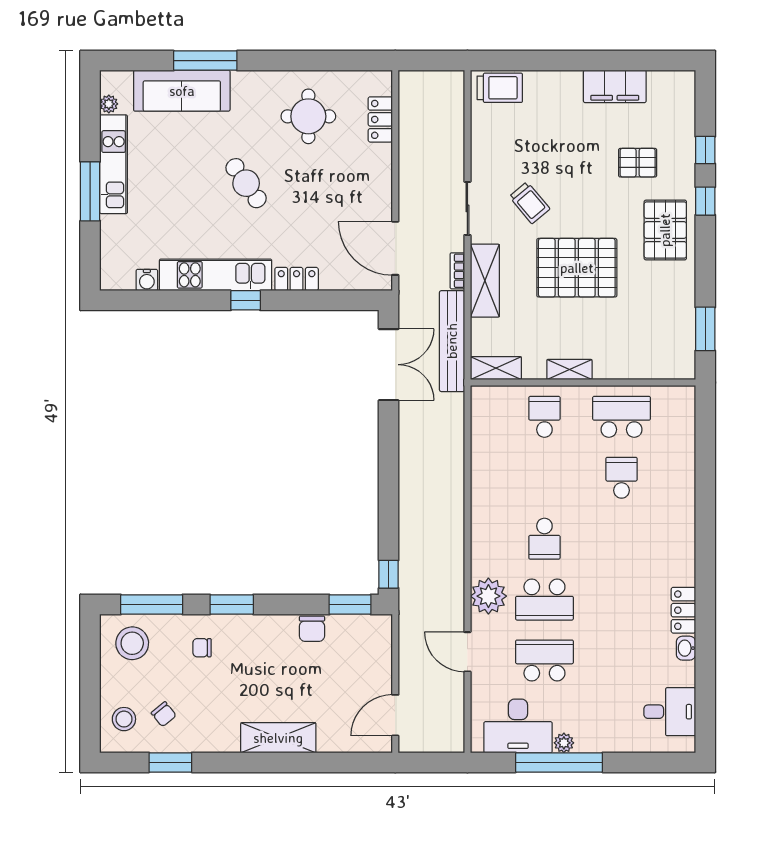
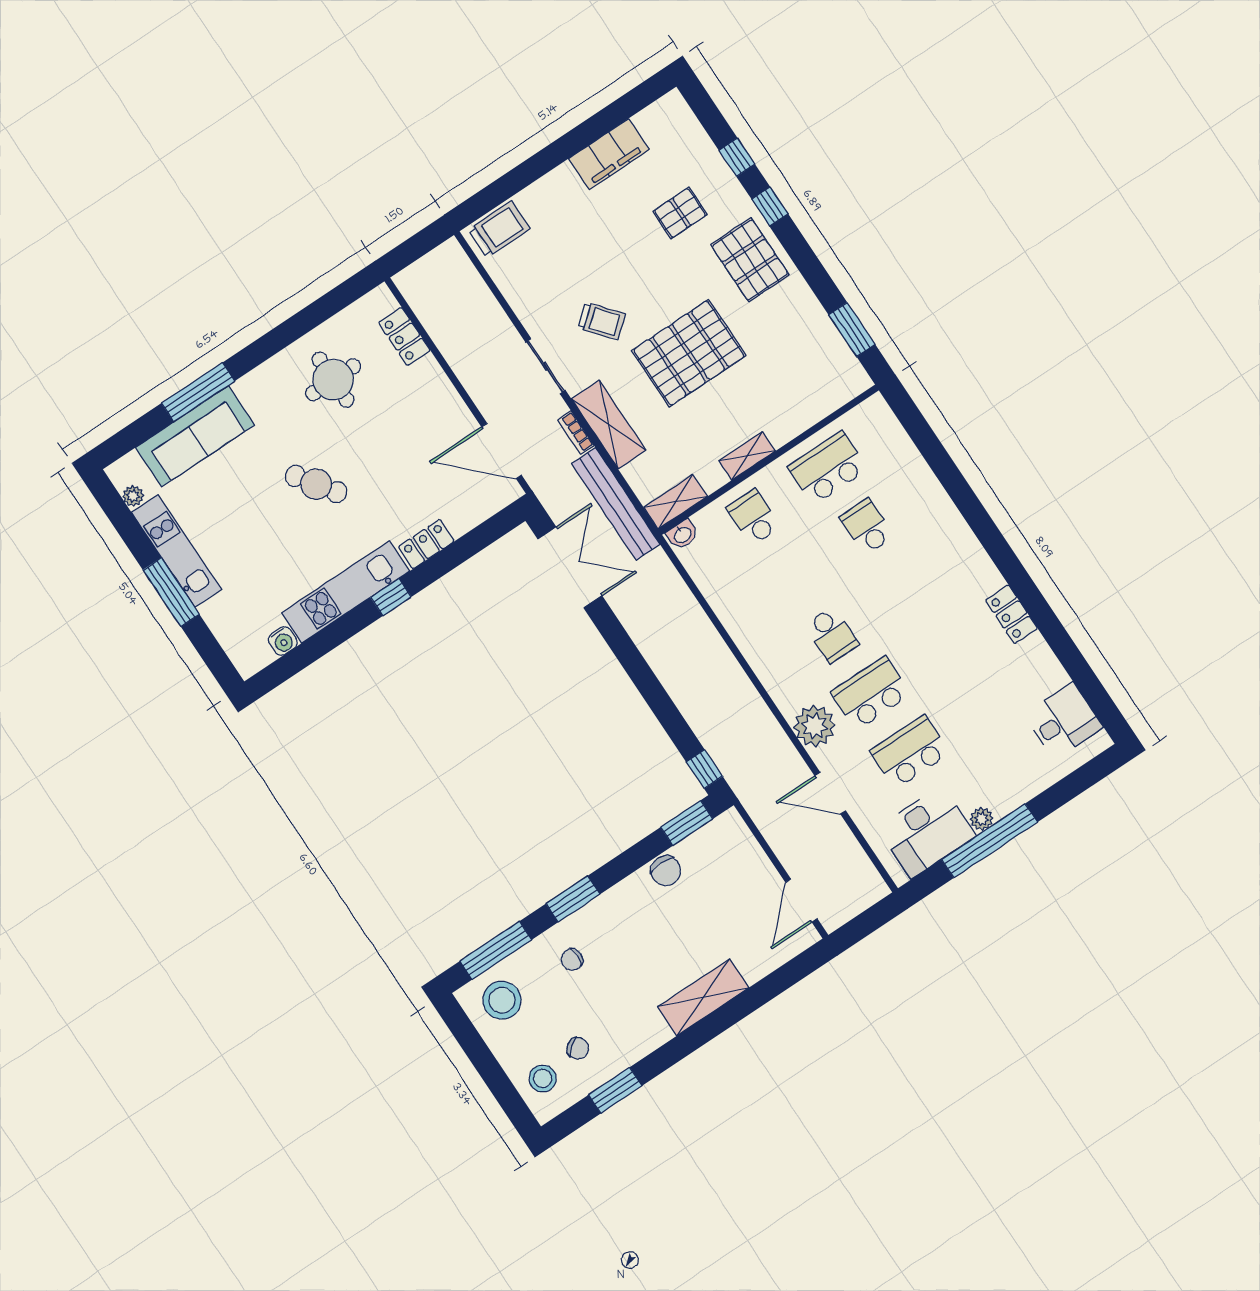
school desk: (544, 600) -> (871, 693), turned 180
washbasin: (686, 648) -> (682, 535), moved, turned -90

